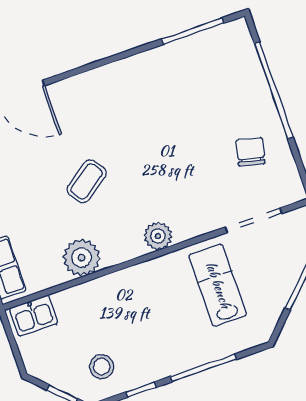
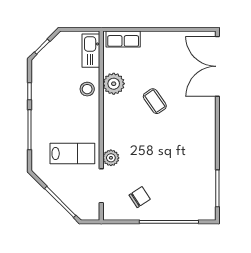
chair: (250, 152) -> (140, 197), turned -46
plant: (158, 236) -> (111, 158), moved
kitchen sink: (34, 316) -> (91, 51), width x1.38
stool: (102, 367) -> (87, 89), moved

